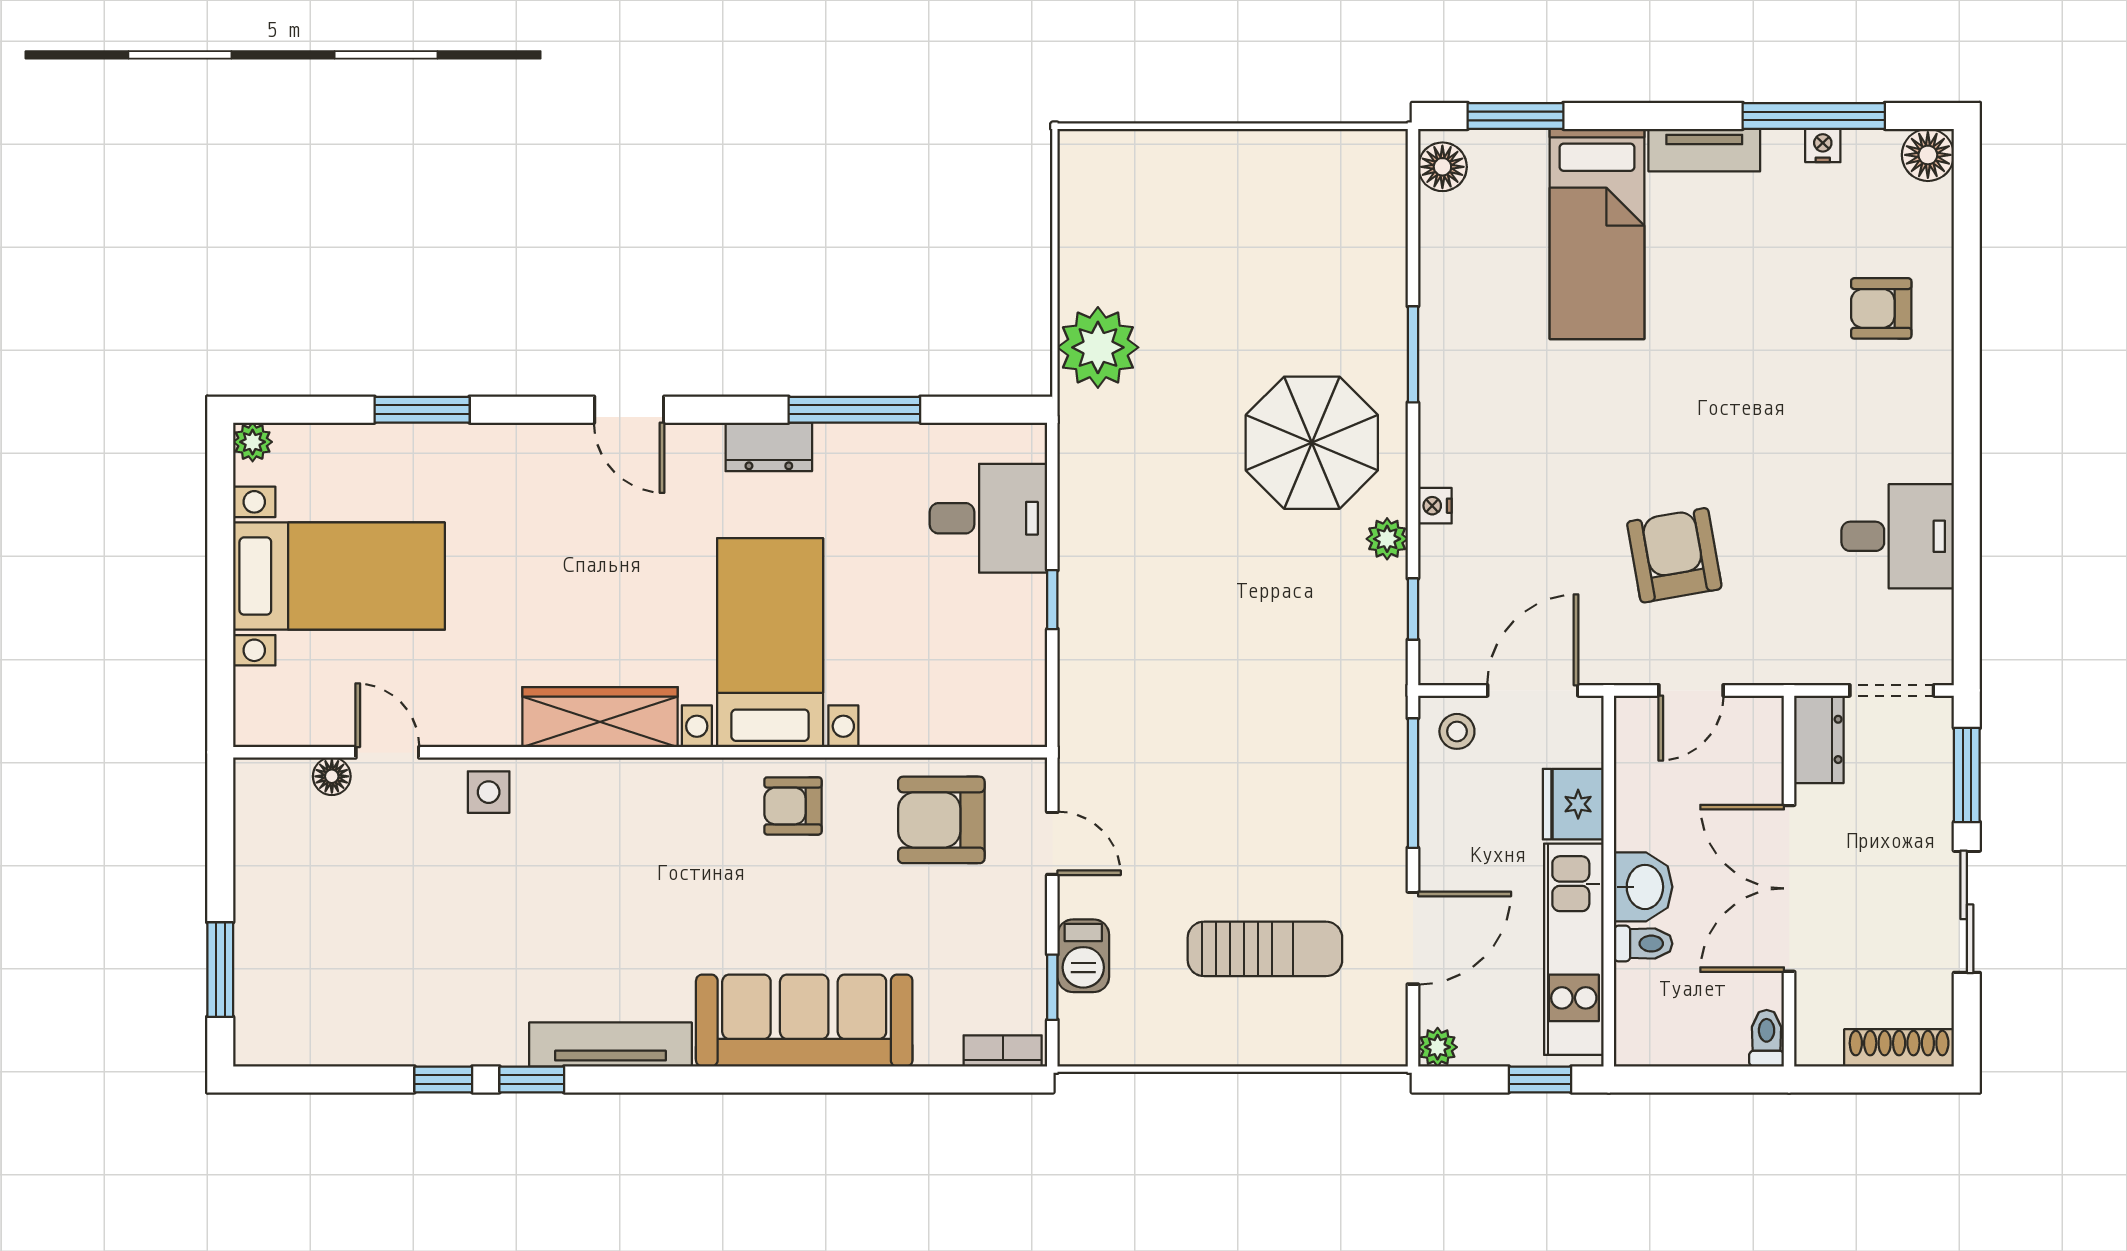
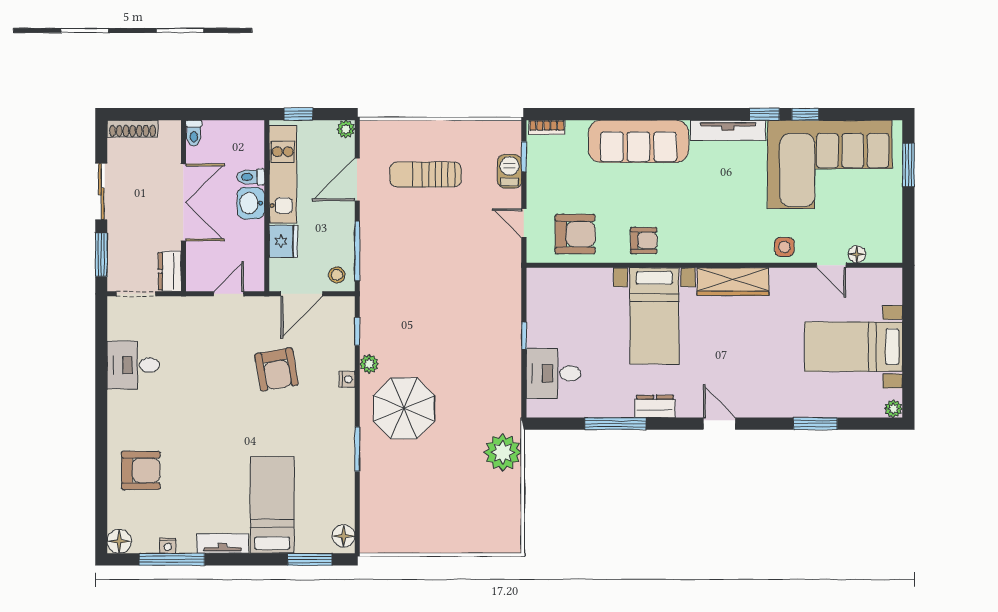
armchair: (1881, 308) -> (141, 470), width x1.38, depth x1.38
armchair: (1674, 555) -> (277, 369), moved
corner sofa: (391, 971) -> (830, 164), added

